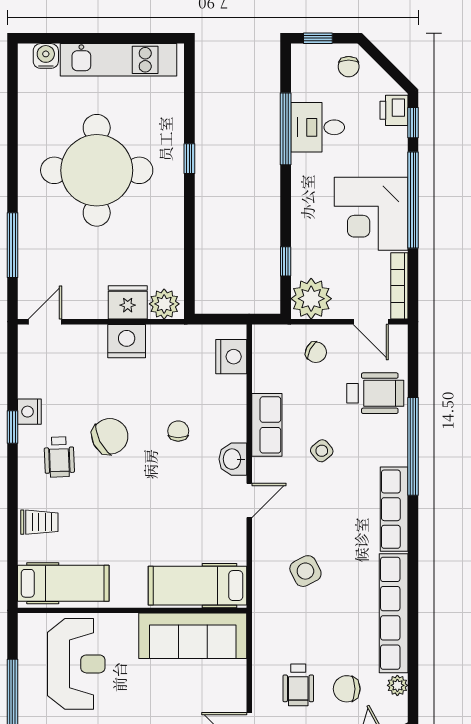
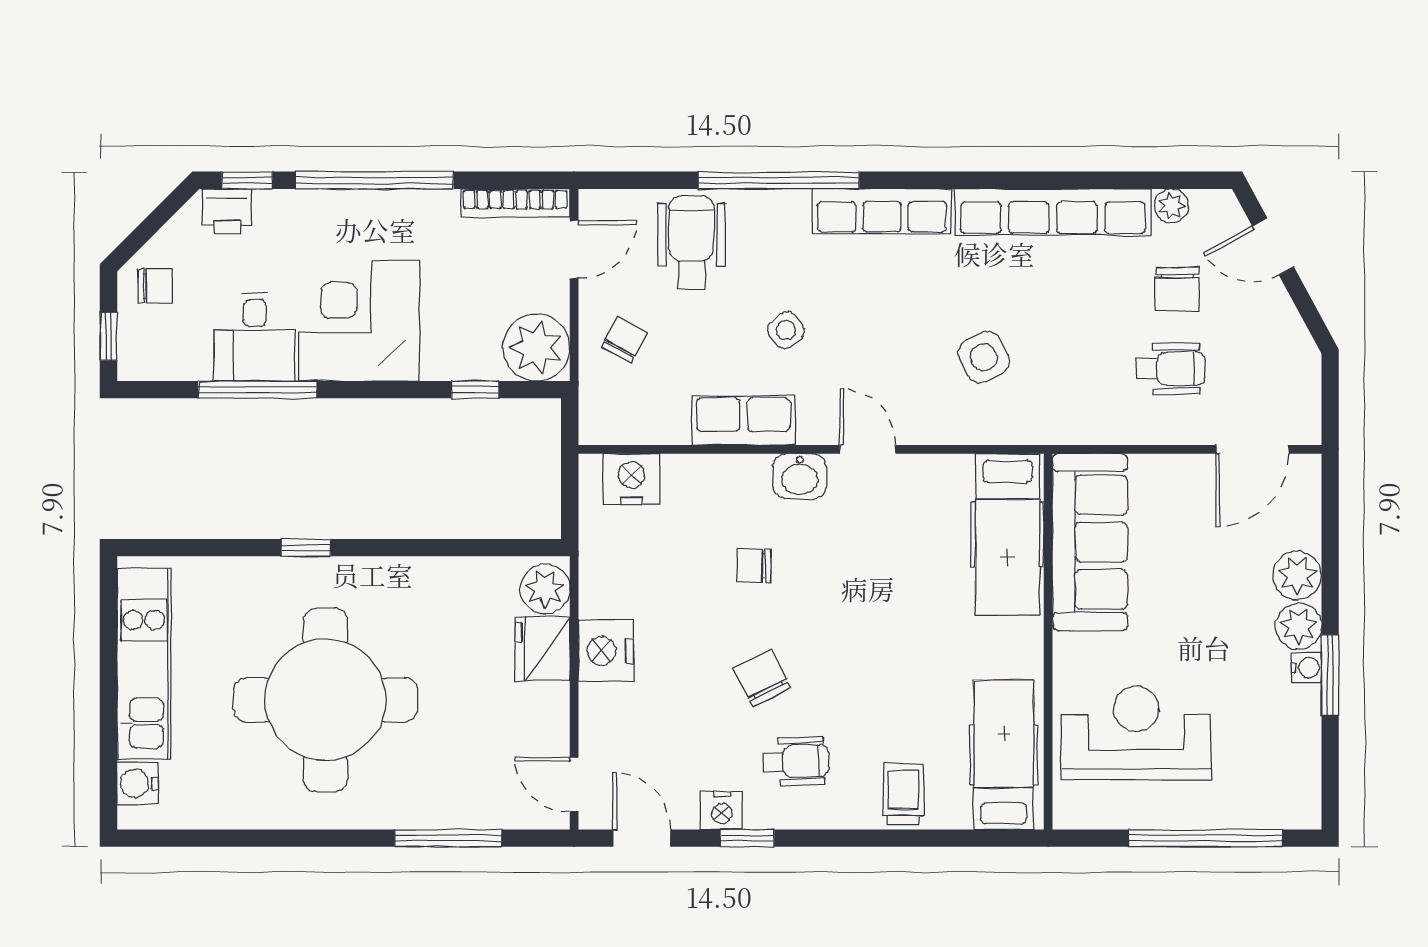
corner desk: (371, 214) -> (359, 321), moved, turned 180
door: (12, 363) -> (642, 838), added
chair: (110, 436) -> (762, 678), width x0.73, depth x0.73

